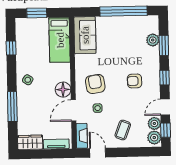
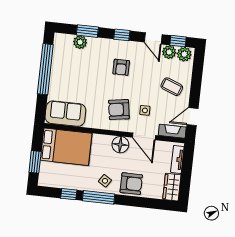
bed: (60, 40) -> (66, 147), width x1.50
armchair: (28, 104) -> (131, 184), added
window: (12, 107) -> (99, 197), moved

